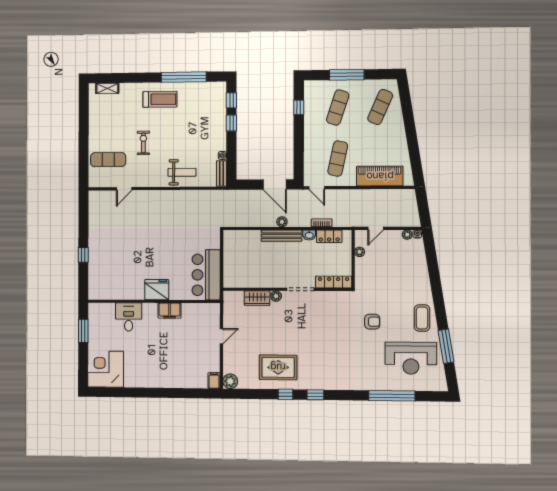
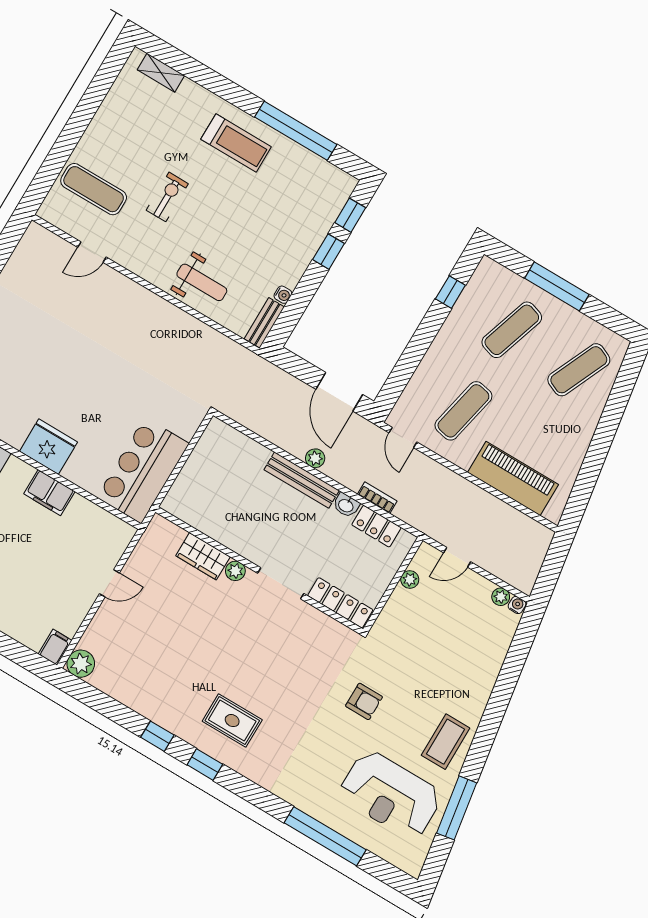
rug: (278, 367) -> (232, 721), moved, width x0.73, depth x0.70

